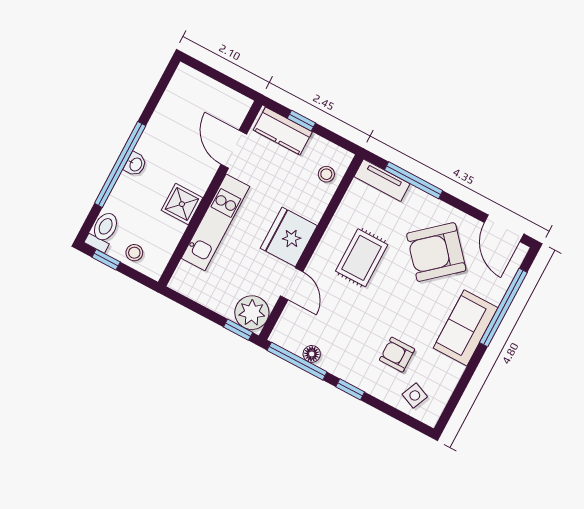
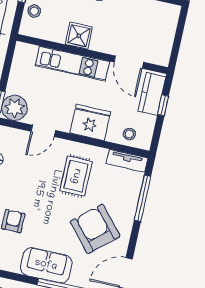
door: (234, 149) -> (129, 62), swing flipped
tv unit: (382, 180) -> (127, 161), moved, turned -90
fridge: (289, 237) -> (90, 122), moved
rug: (362, 258) -> (76, 176), turned 90

